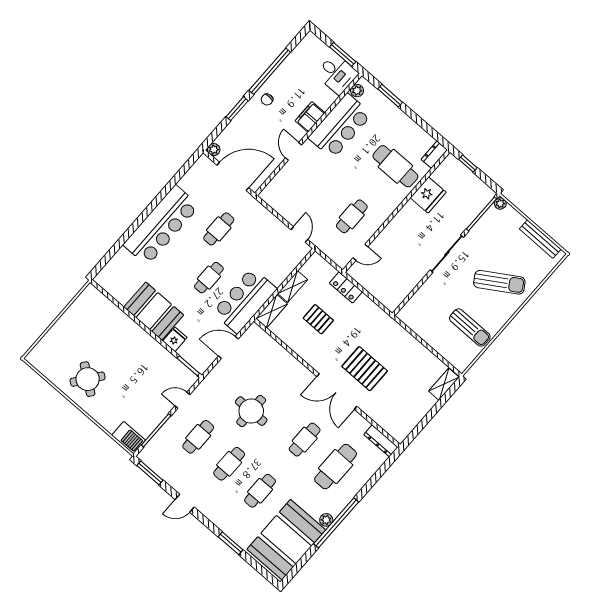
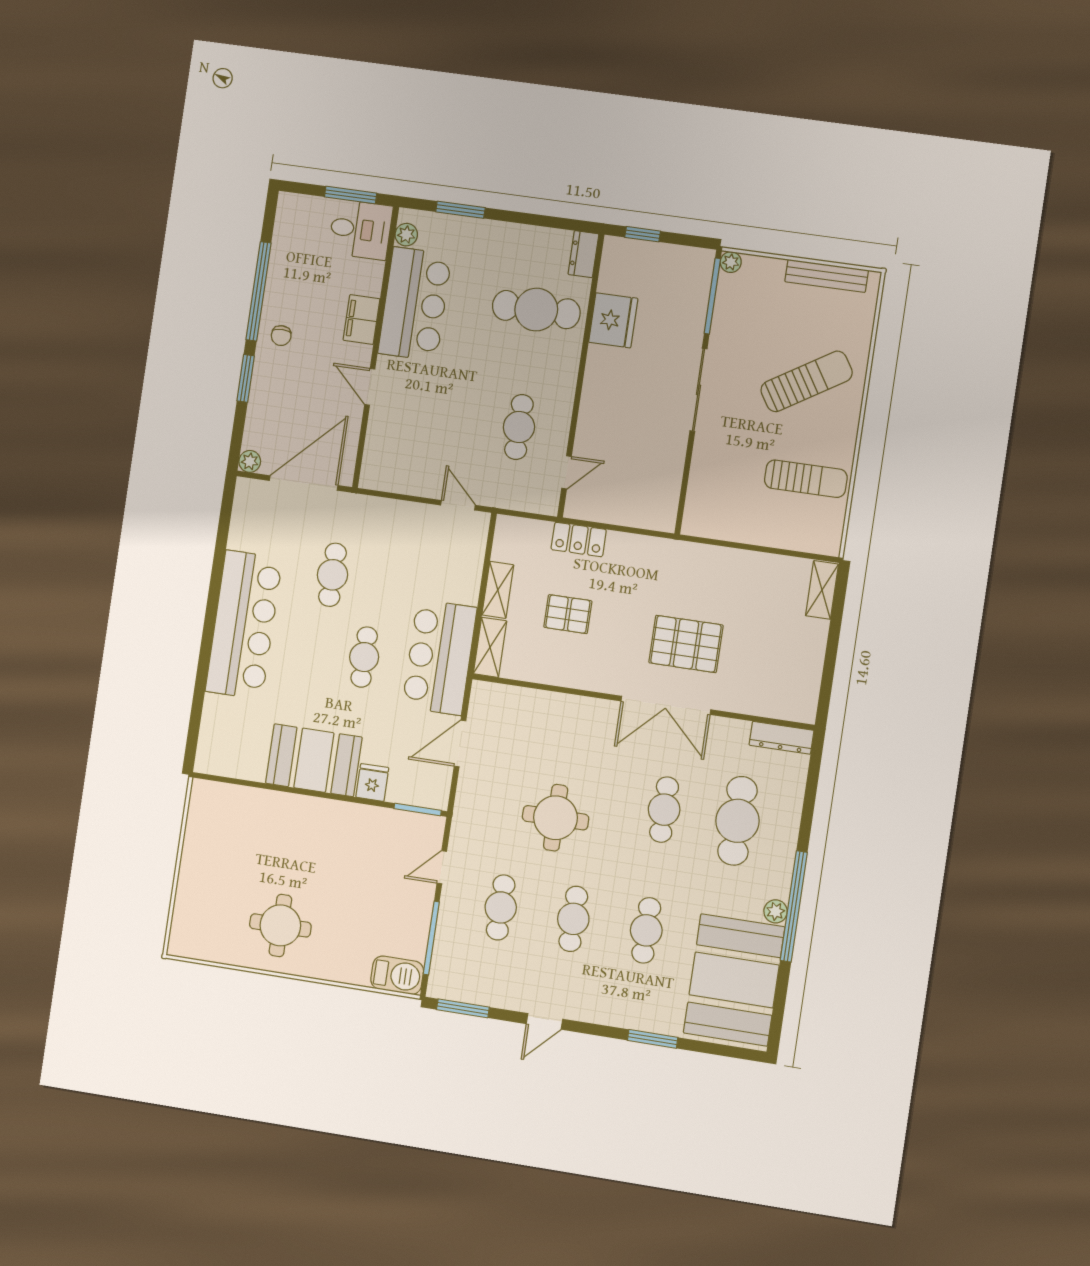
round table: (88, 379) -> (280, 925), turned -37

